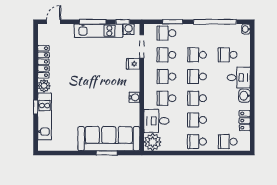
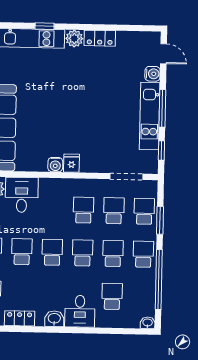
water cooler: (129, 29) -> (153, 74), moved
locker: (43, 62) -> (100, 38), width x0.66
fridge: (133, 64) -> (71, 163), moved
school desk: (166, 98) -> (143, 254), moved

